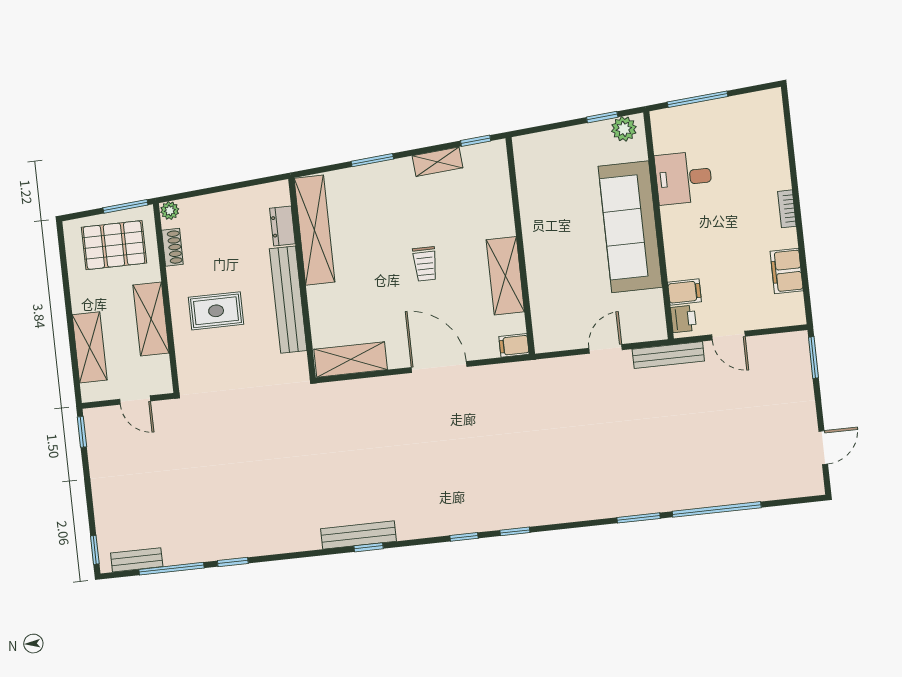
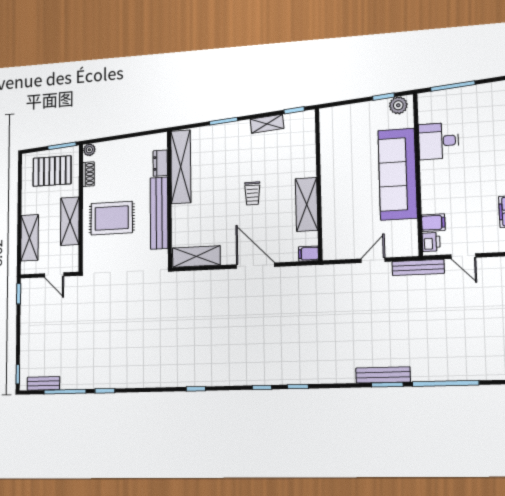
rug: (216, 311) -> (112, 218), width x1.36, depth x1.43
bench: (359, 535) -> (383, 375), moved

